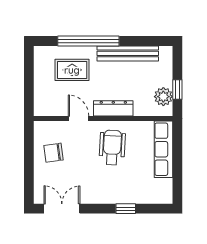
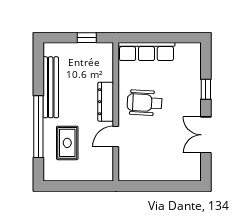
plant: (163, 97) -> (94, 52), removed
chair: (54, 153) -> (150, 161), removed
double door: (62, 209) -> (206, 135), moved

